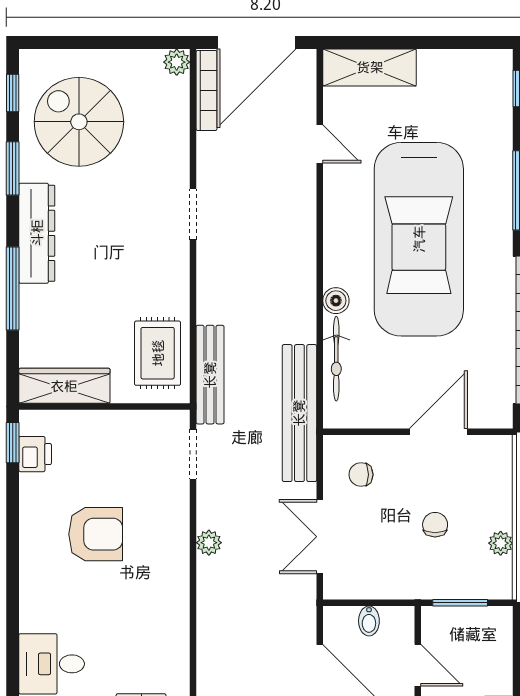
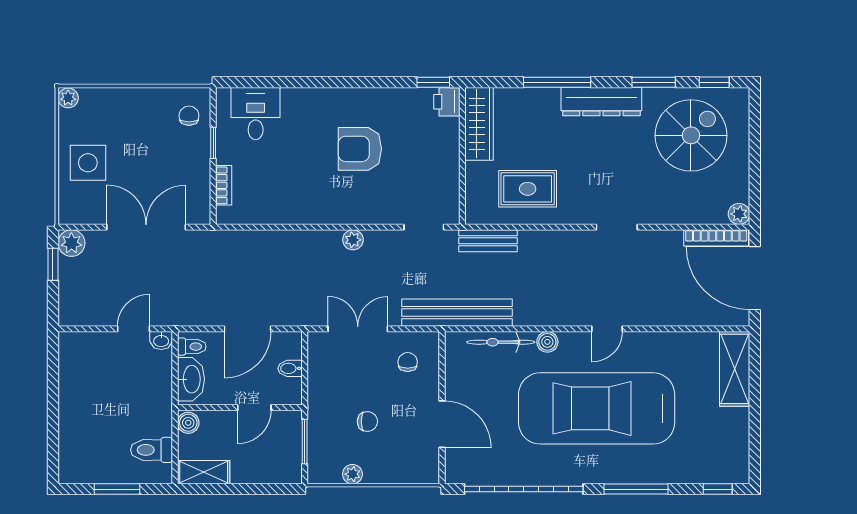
door: (320, 144) -> (607, 329), moved
rug: (158, 353) -> (528, 189), moved
bench: (210, 375) -> (488, 241), width x0.73
printer: (35, 454) -> (447, 102), moved, turned 90
armchair: (96, 534) -> (360, 149), turned 90

